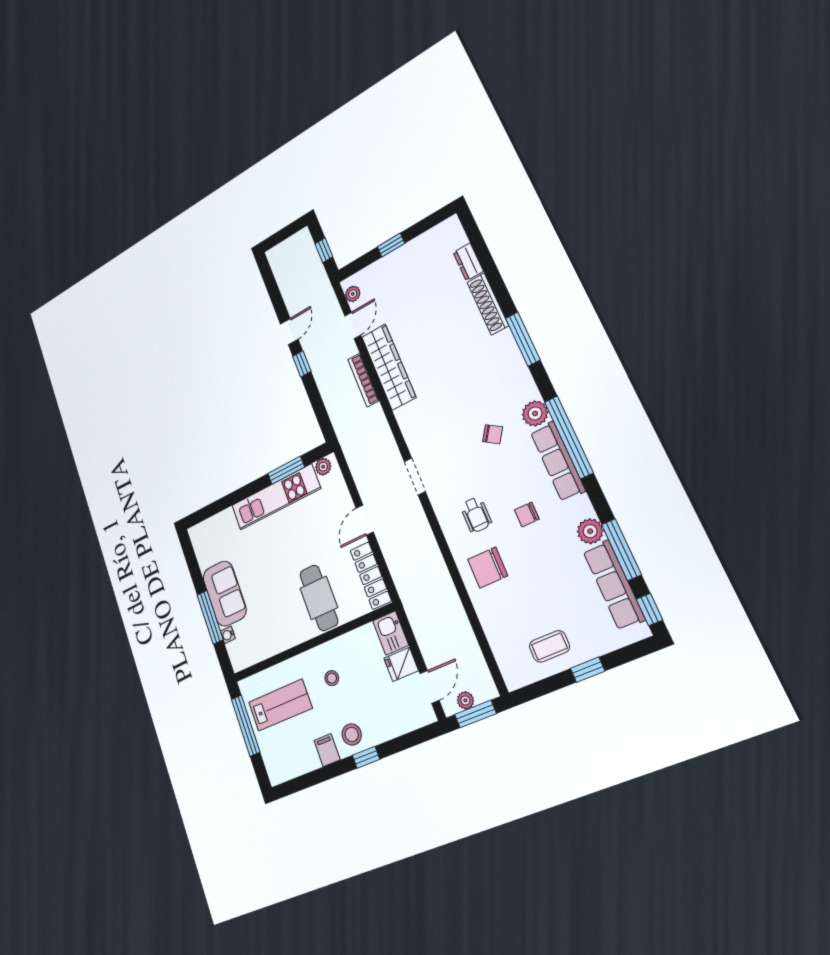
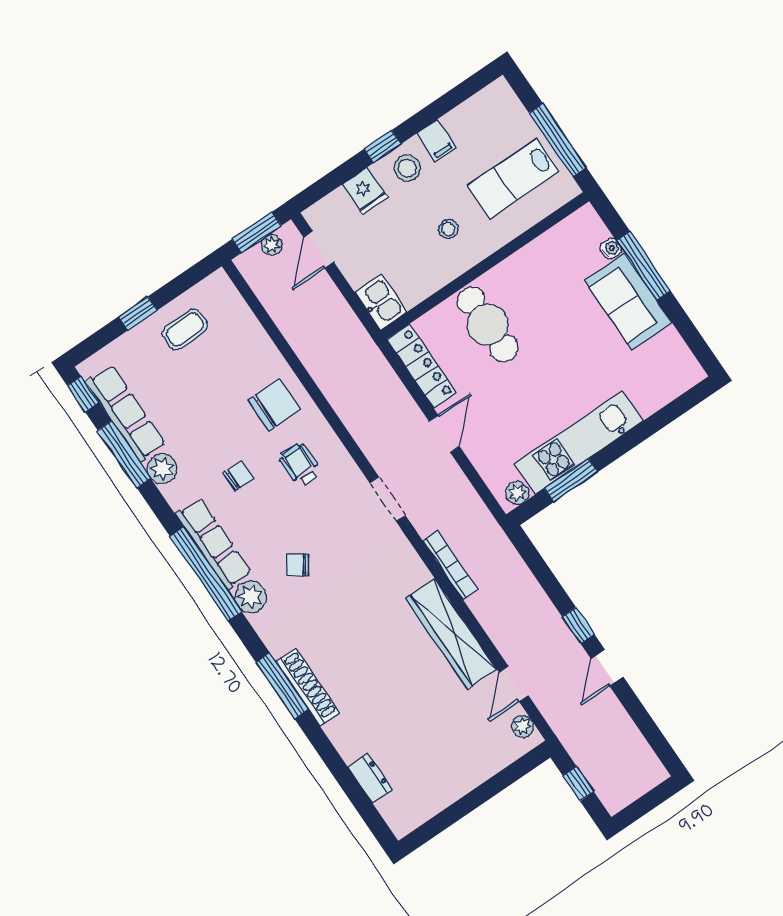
window: (391, 245) -> (481, 795), removed
shoe rack: (488, 304) -> (308, 687), moved
bookcase: (363, 380) -> (451, 565), moved
fridge: (401, 664) -> (365, 191), moved, turned 90

